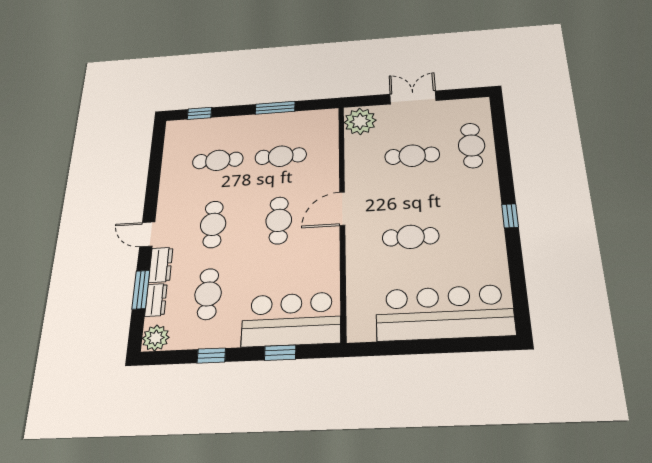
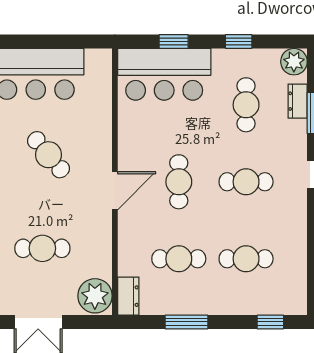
cafe table: (213, 224) -> (246, 182), turned 90
cafe table: (411, 237) -> (48, 155), turned 50
dresser: (161, 265) -> (128, 296), moved, turned 180

